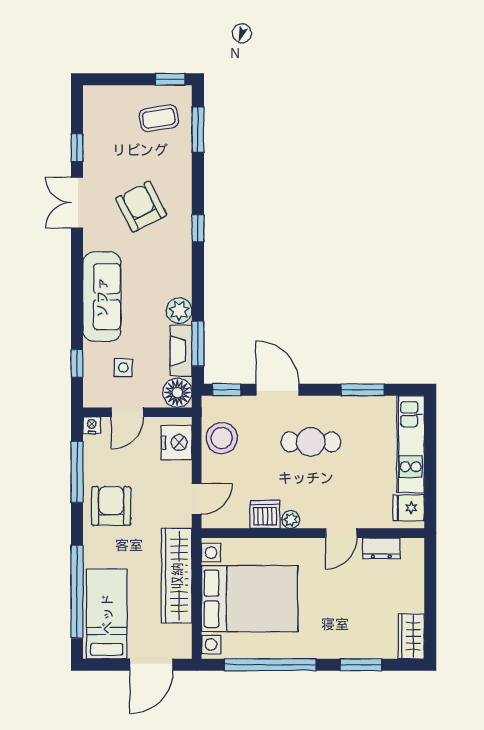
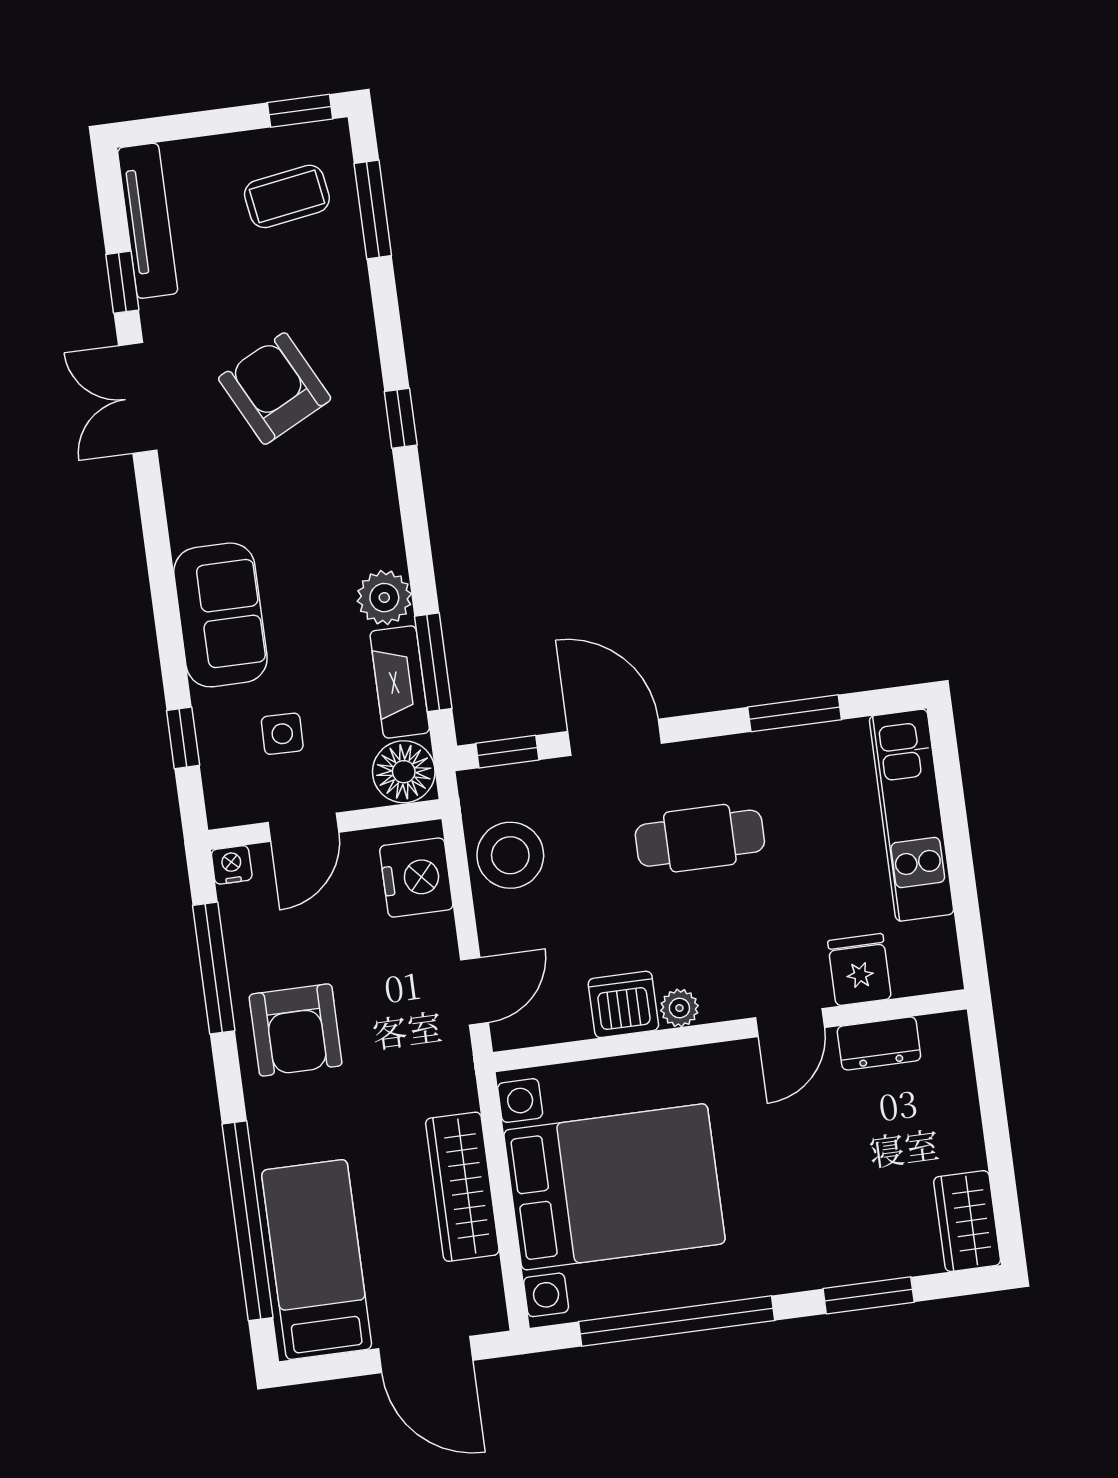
tv unit: (93, 121) -> (148, 221), added
sofa: (102, 297) -> (220, 615), width x0.73
armchair: (111, 506) -> (296, 1030), turned 180
fridge: (409, 508) -> (859, 970), moved, turned 90
wardrobe: (177, 576) -> (462, 1187), width x0.71, depth x0.85
door: (151, 665) -> (426, 1354), hinge flipped

